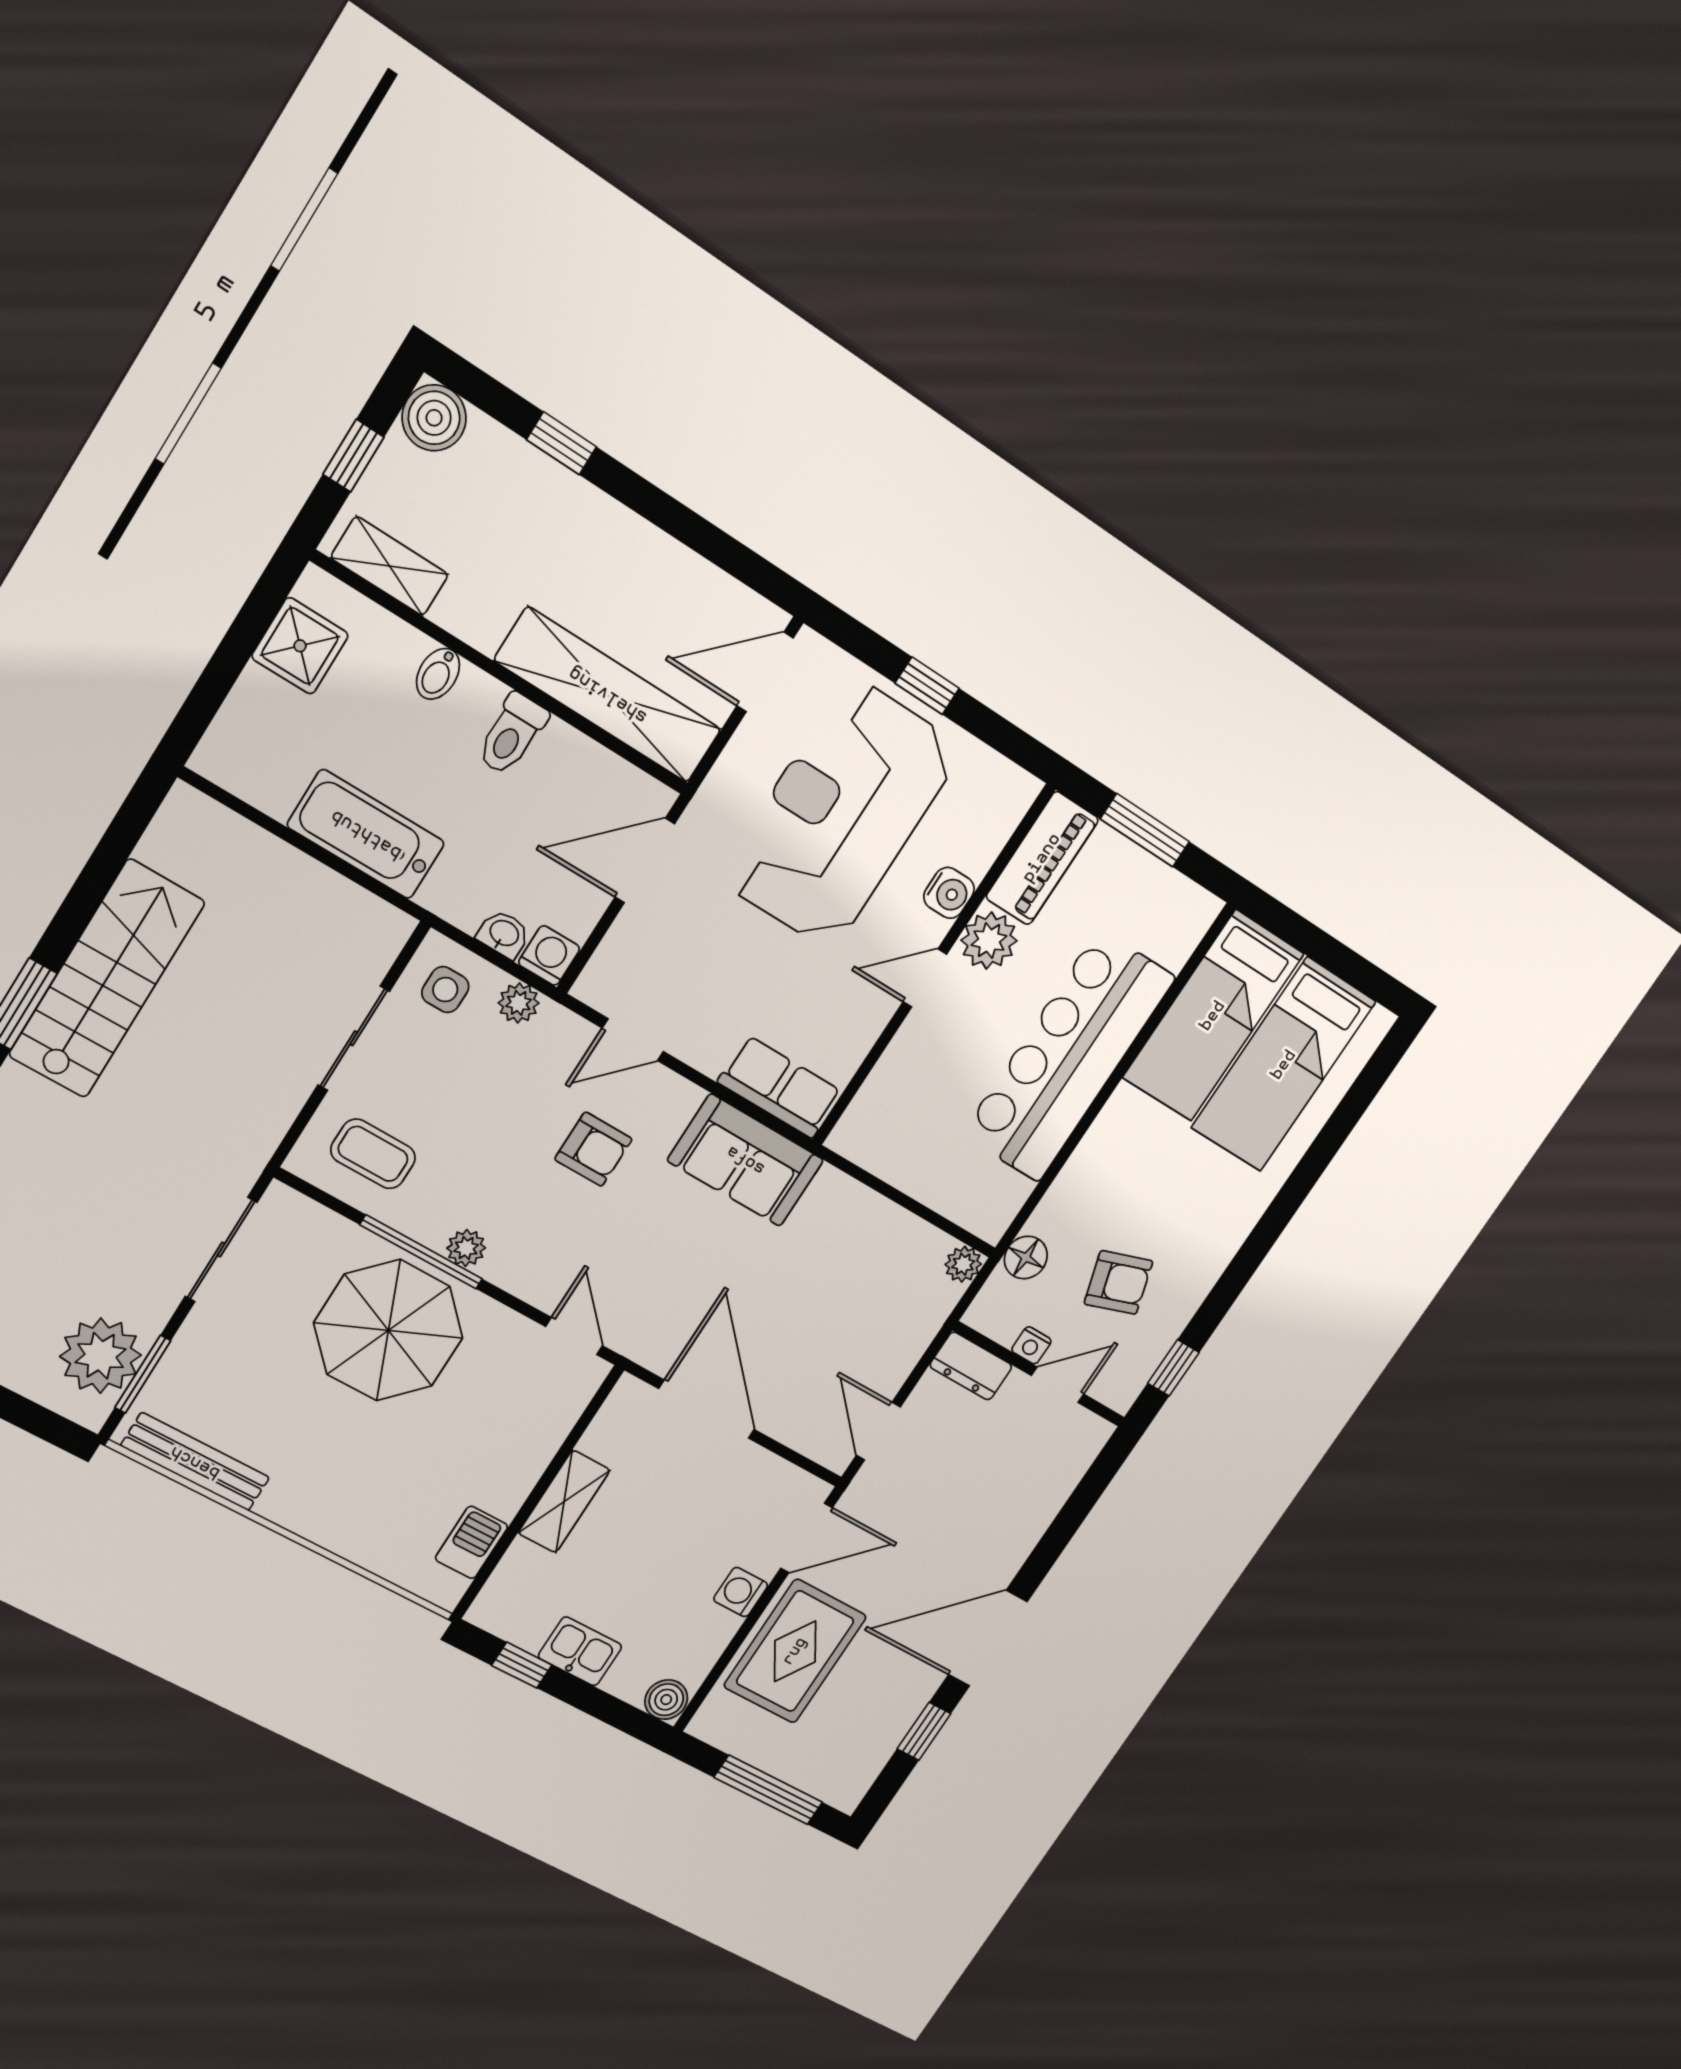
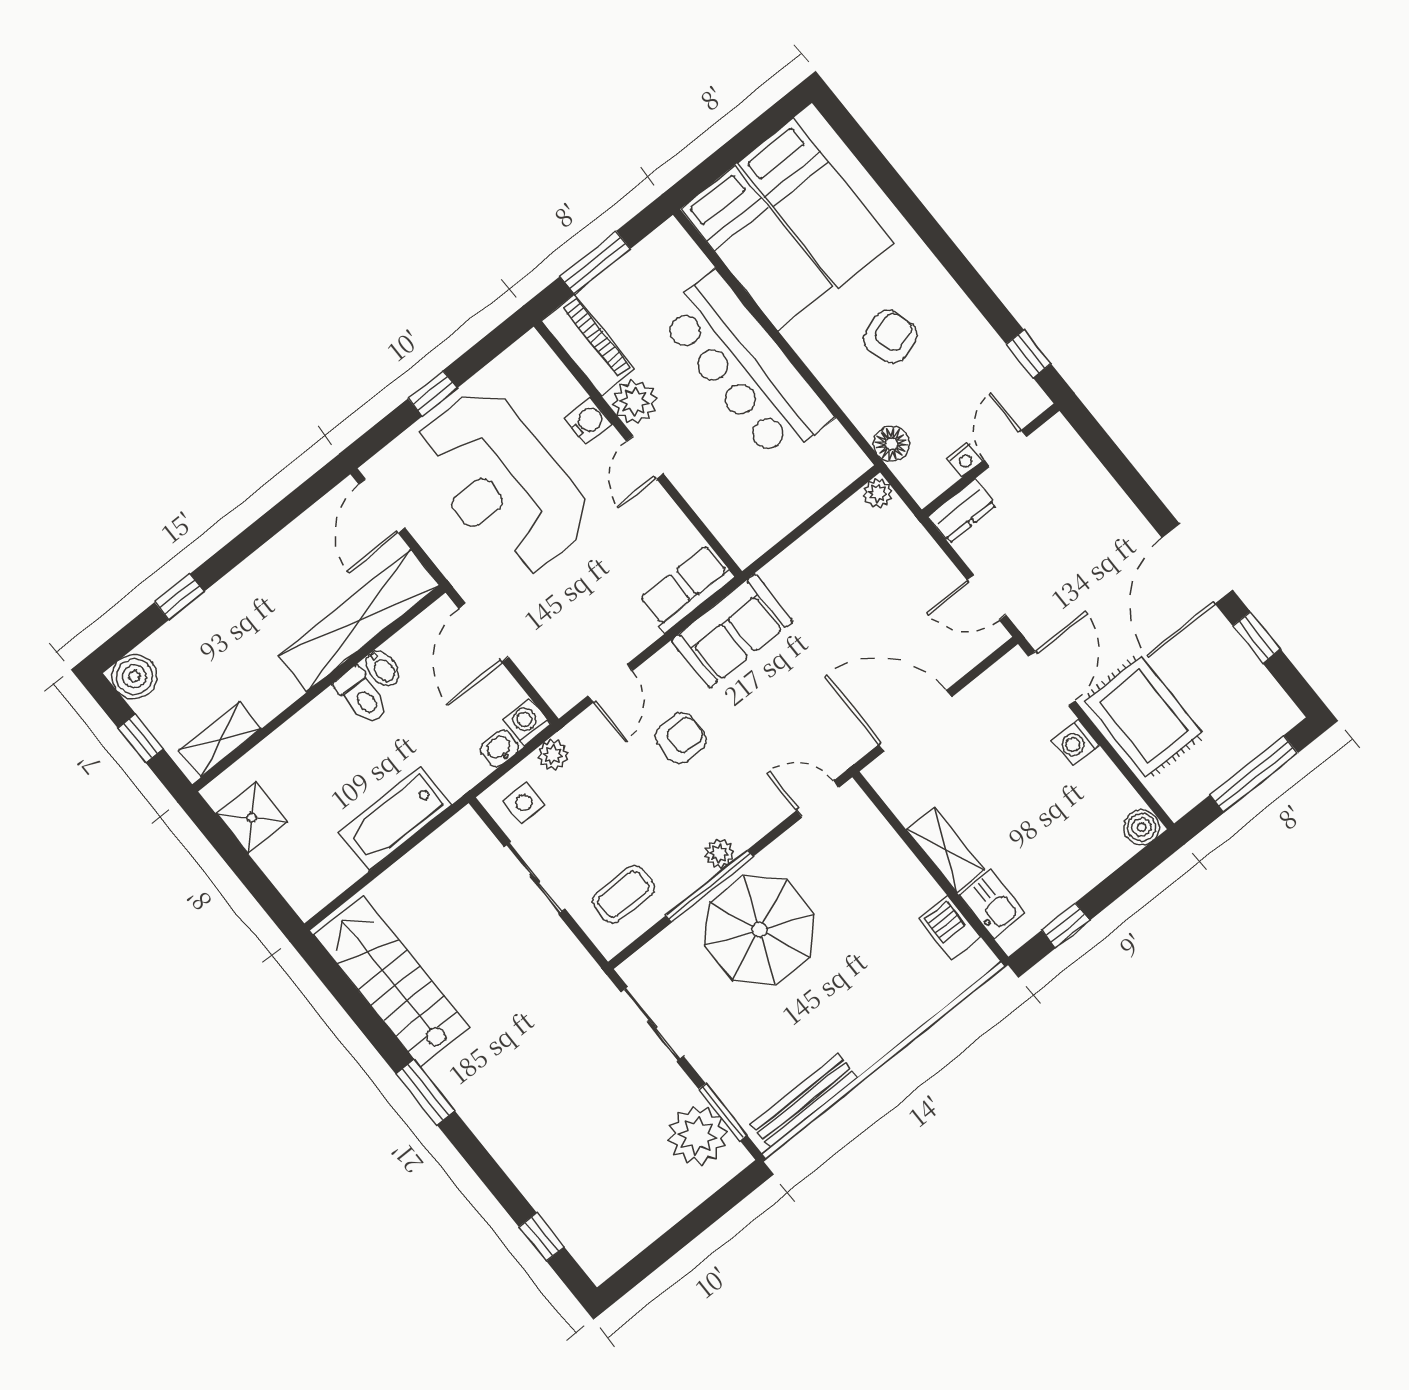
bidet: (438, 674) -> (383, 668), moved
stairs: (107, 979) -> (391, 981), moved
armchair: (1118, 1282) -> (890, 337), moved
kitchen sink: (580, 1651) -> (992, 904), moved, turned 90

